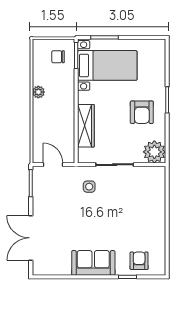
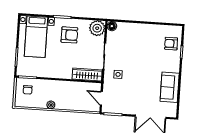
bed with nightstands: (107, 65) -> (36, 37), moved, turned 180
wardrobe: (86, 126) -> (87, 75), moved
door: (53, 165) -> (101, 98), hinge flipped
floor lamp: (159, 173) -> (112, 26), added
sofa: (93, 263) -> (170, 87), moved

